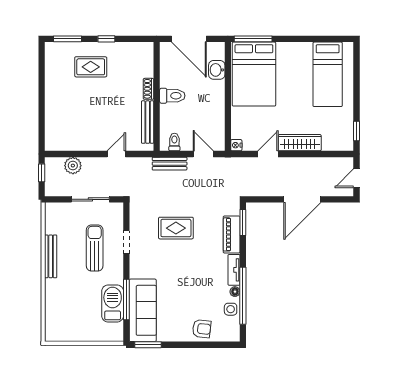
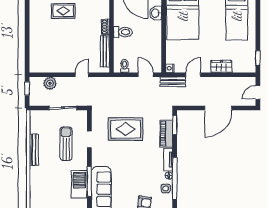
wardrobe: (300, 143) -> (221, 66), width x0.67
bench: (170, 164) -> (173, 82), moved
rug: (176, 228) -> (126, 129), width x1.36, depth x1.43

